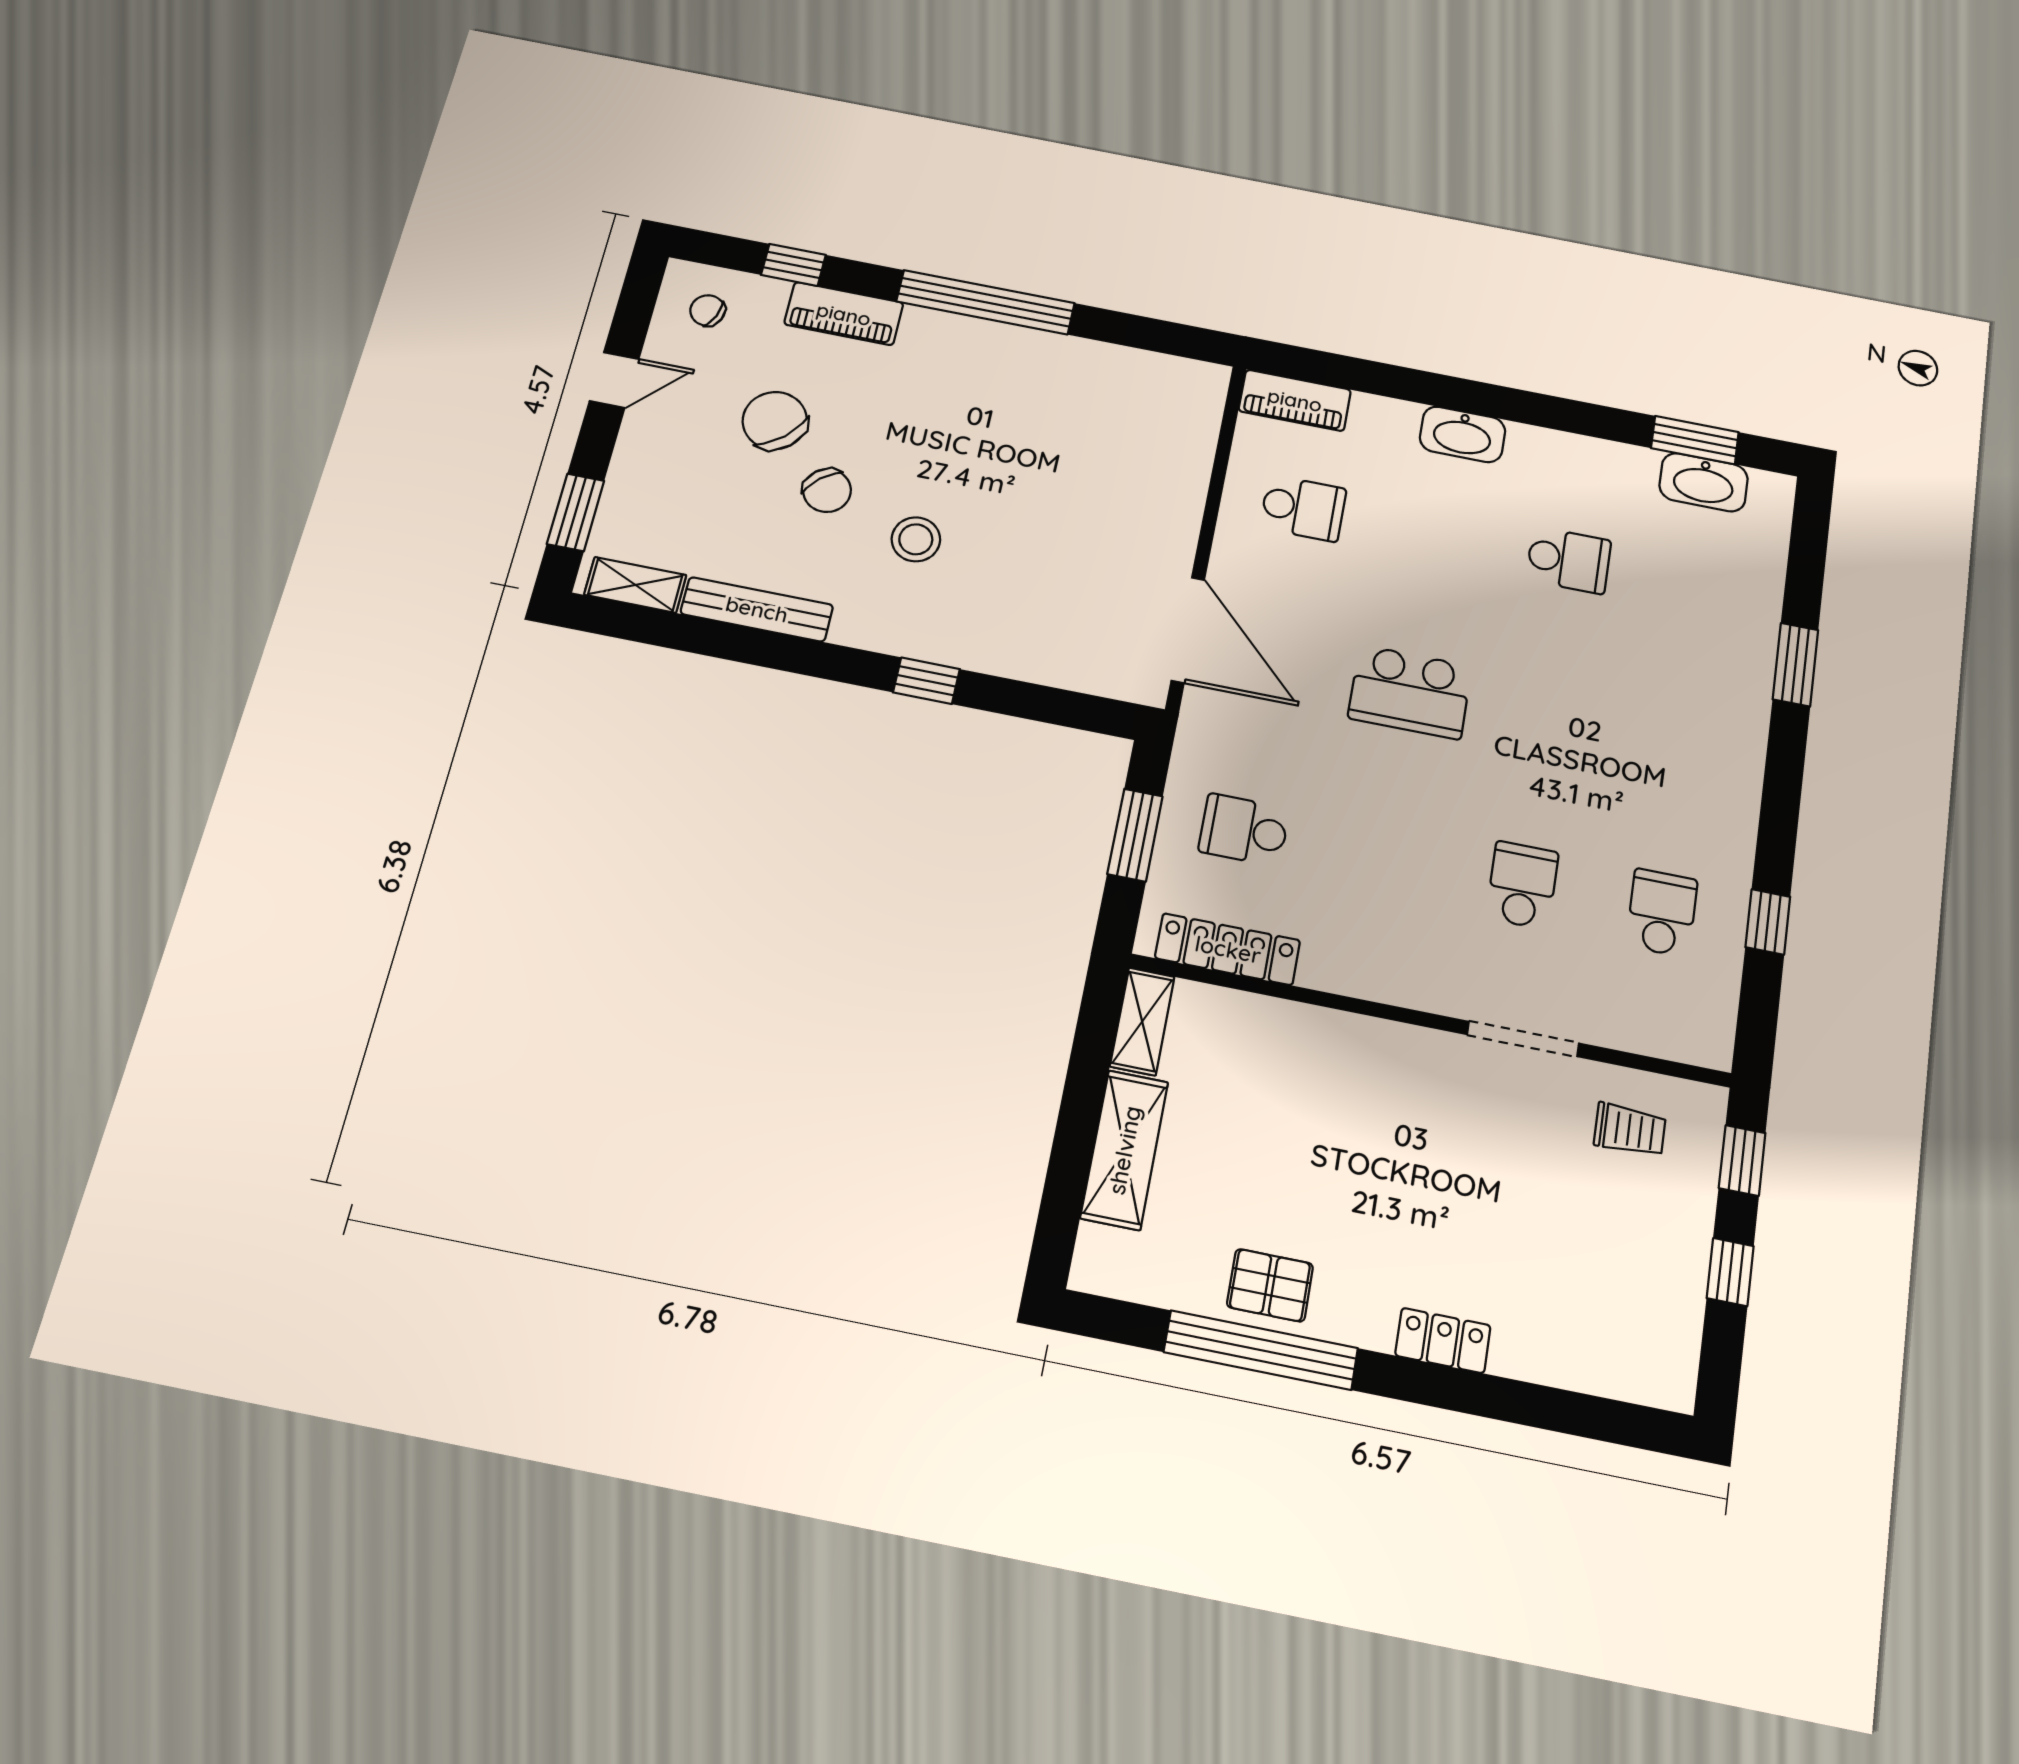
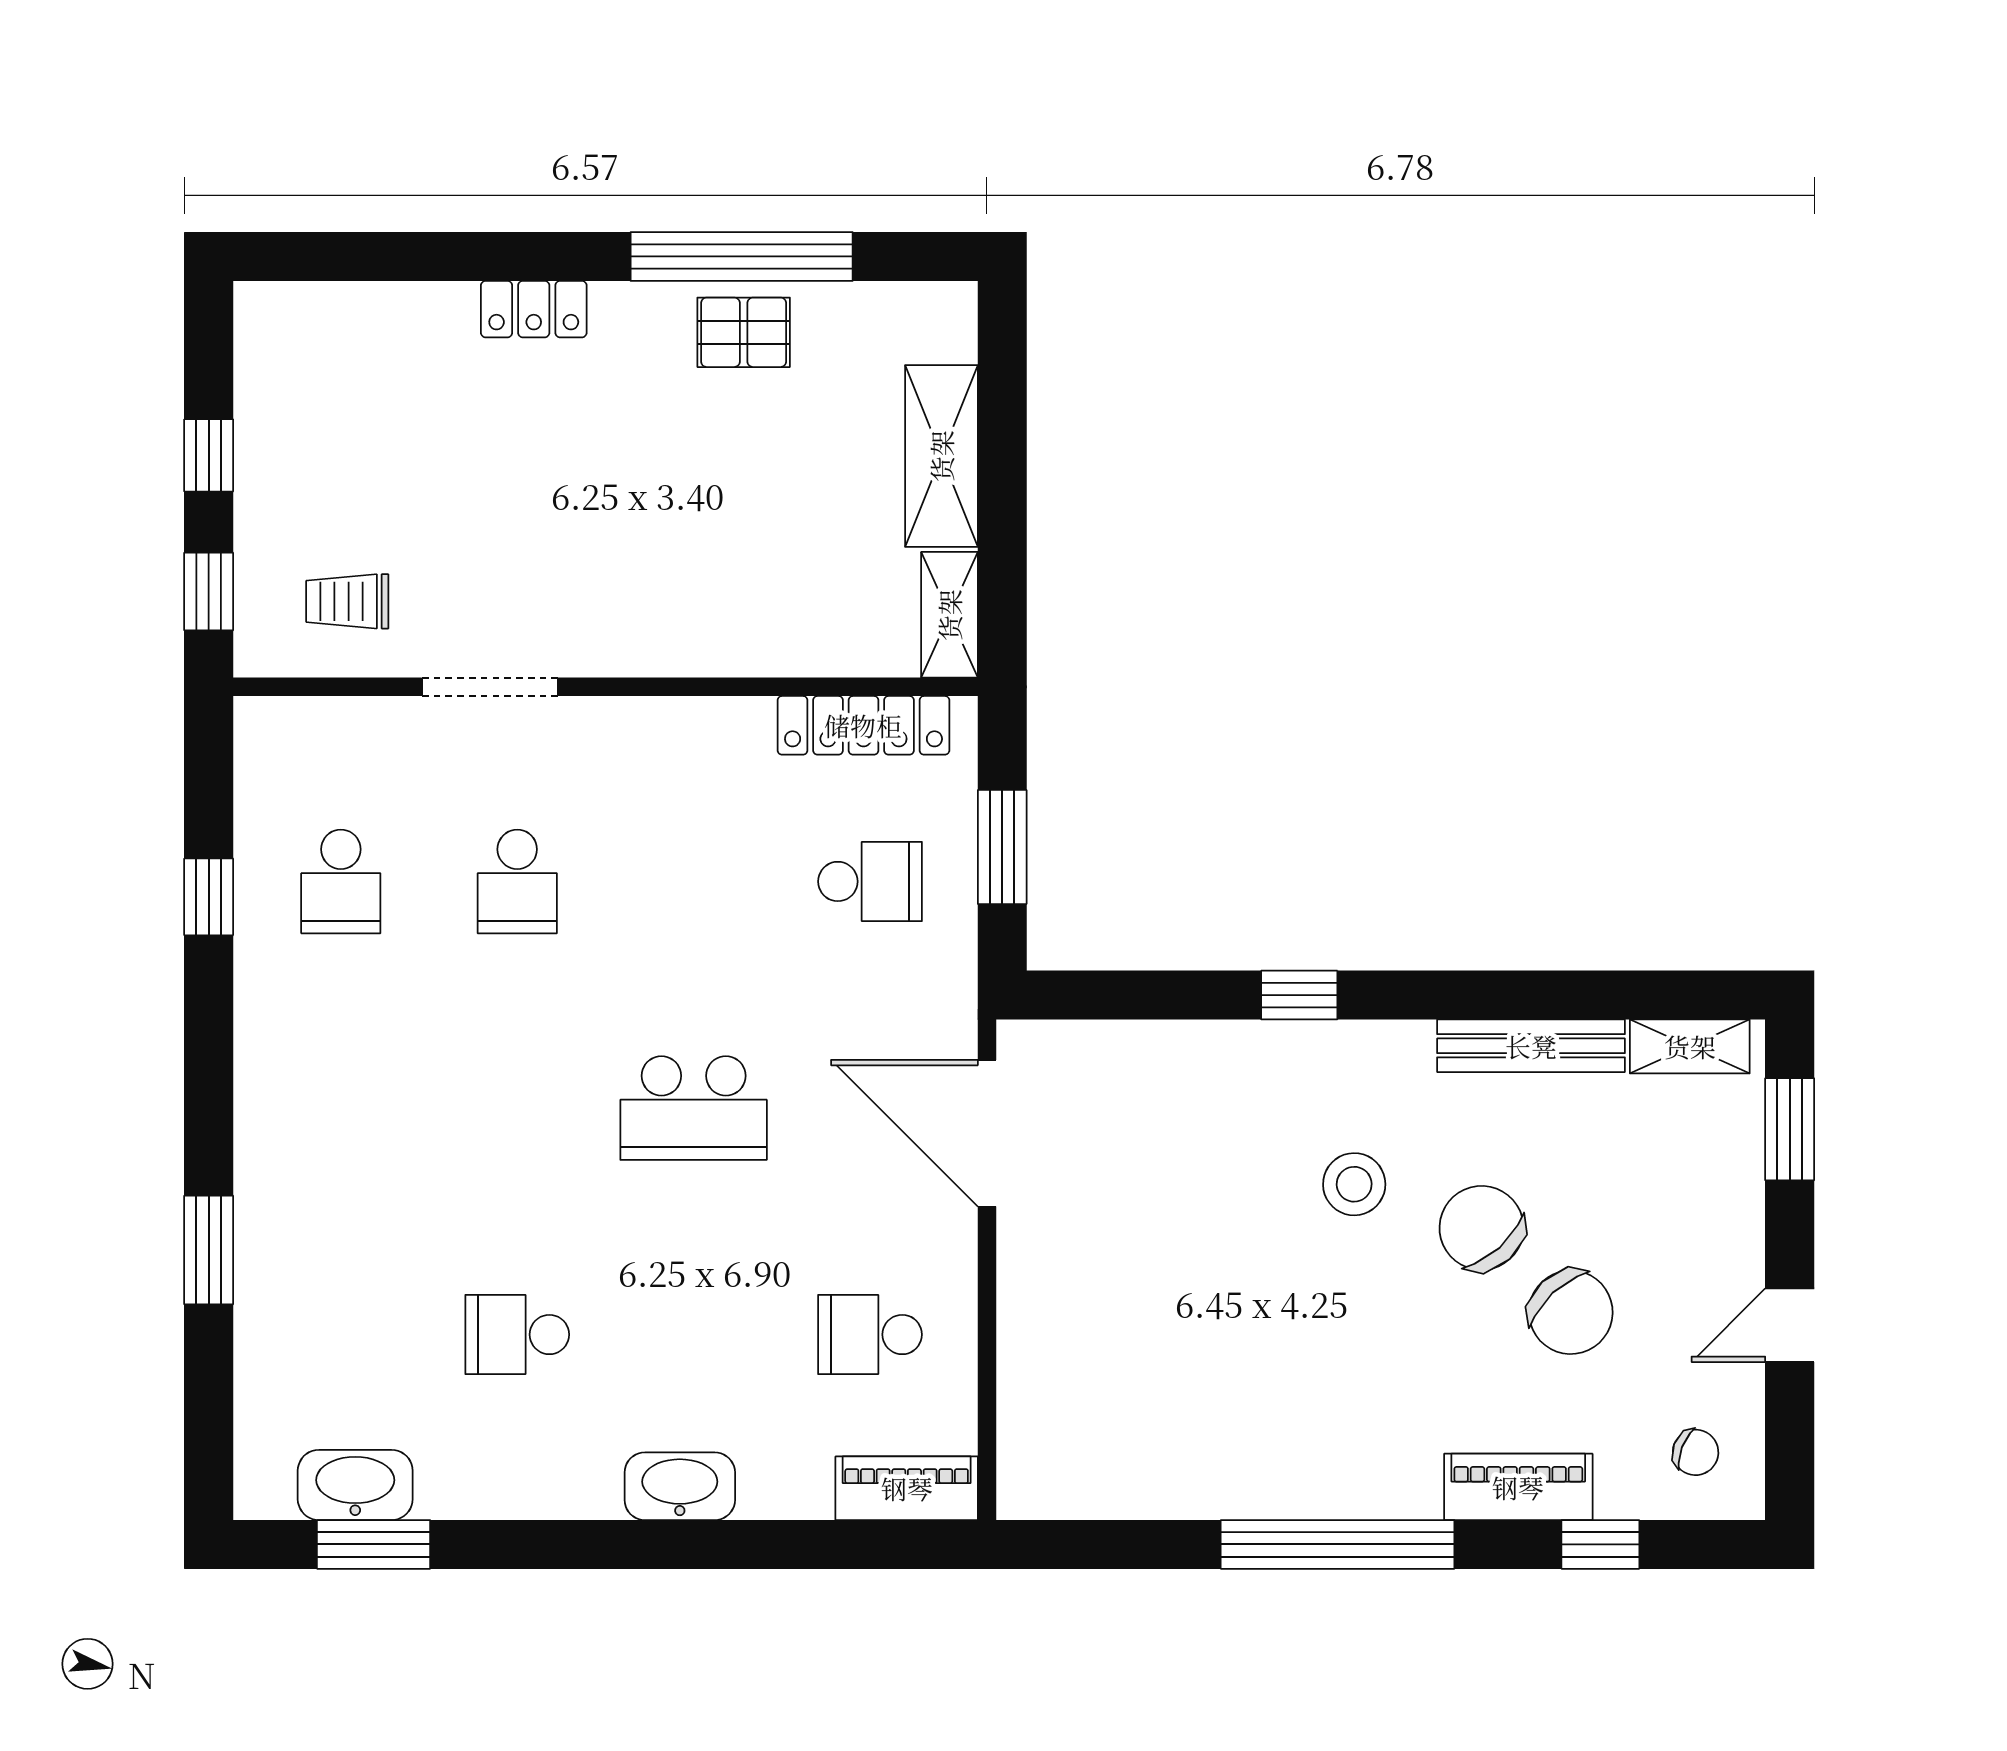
chair: (827, 490) -> (1482, 1228), width x1.37, depth x1.37
school desk: (1410, 692) -> (694, 1108), turned 180

